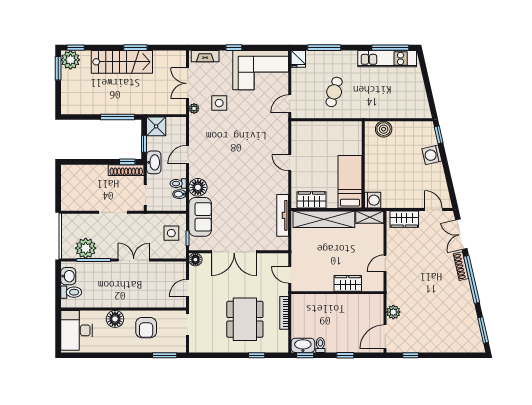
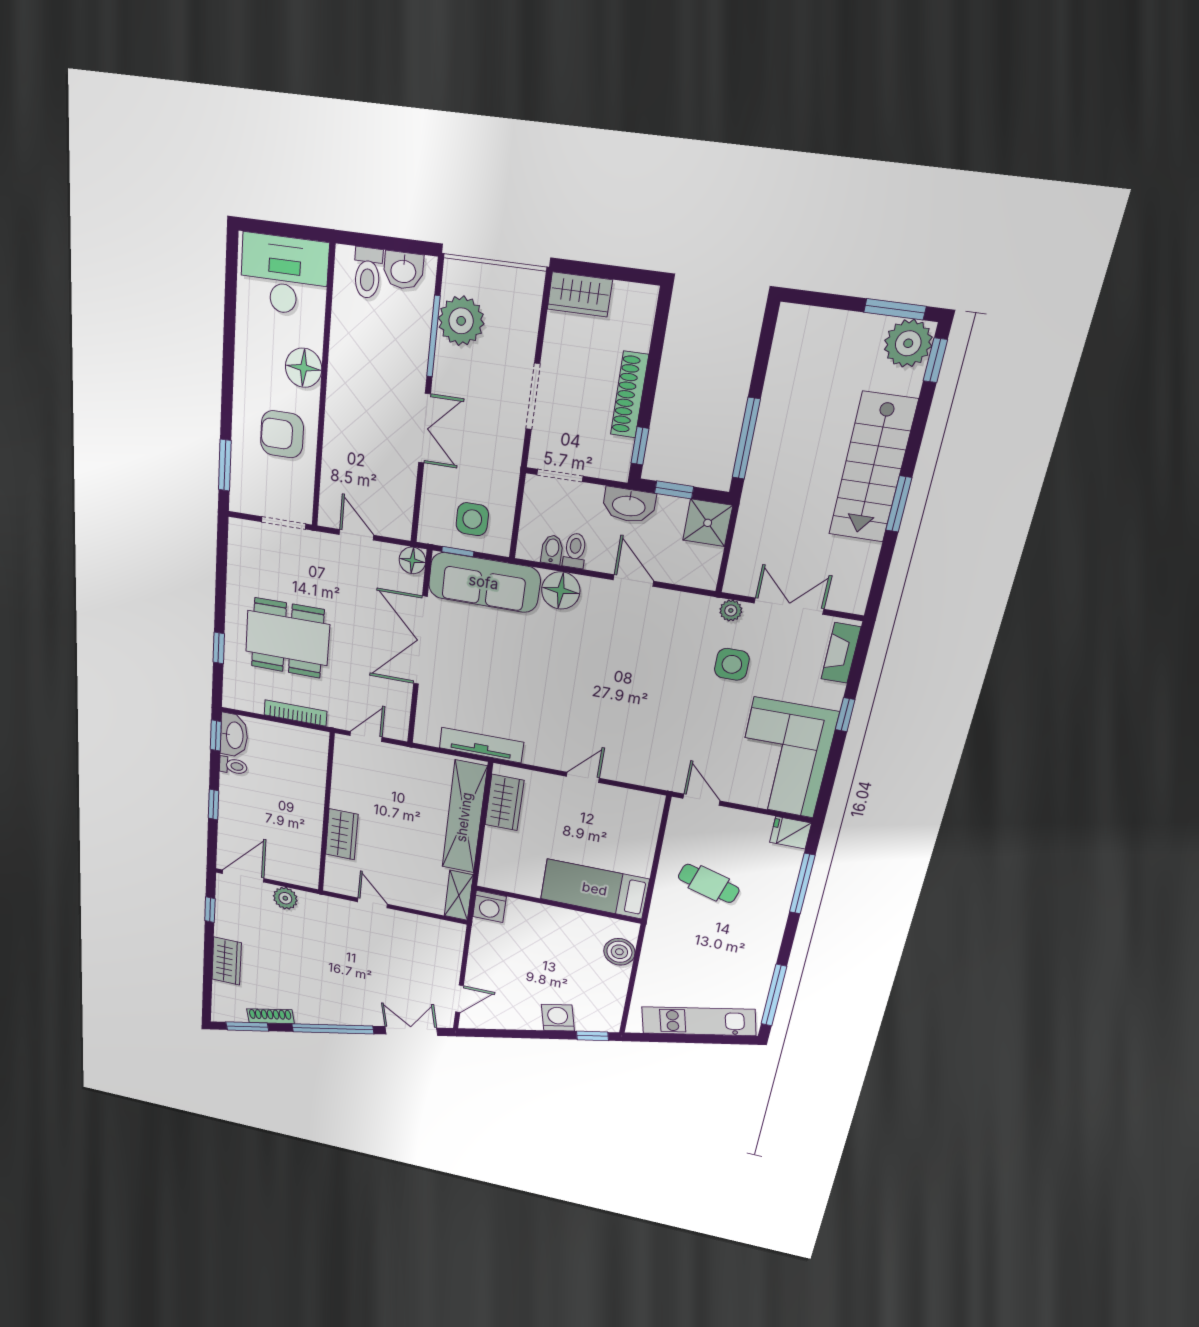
kitchen unit: (387, 59) -> (698, 1021), moved, turned 77
shoe rack: (126, 170) -> (629, 395), moved
bed: (350, 182) -> (595, 889), moved, turned 180
wardrobe: (68, 198) -> (580, 294), added
sofa: (200, 217) -> (484, 582), width x1.36
wardrobe: (404, 219) -> (227, 961), moved, turned 180
shoe rack: (461, 266) -> (270, 1016), moved
door: (385, 337) -> (243, 876), hinge flipped

